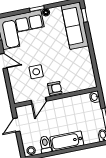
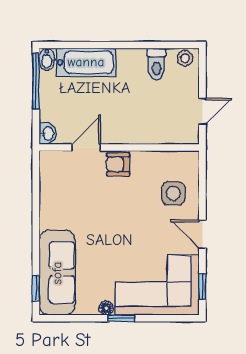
side table: (36, 72) -> (173, 193), moved
door: (39, 101) -> (86, 147), moved
bathtub: (67, 141) -> (86, 62), moved

